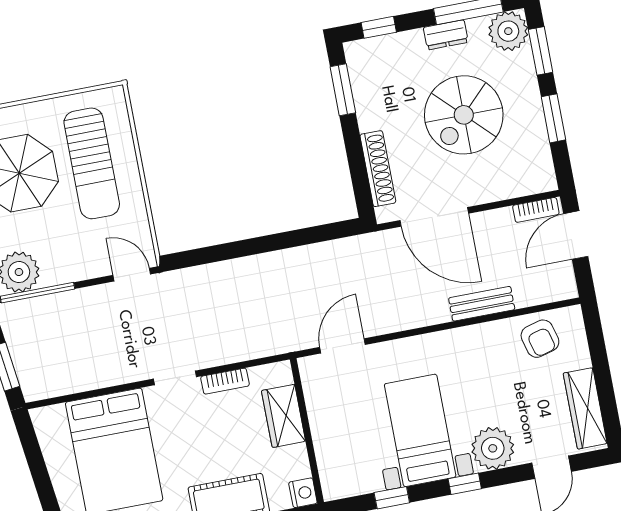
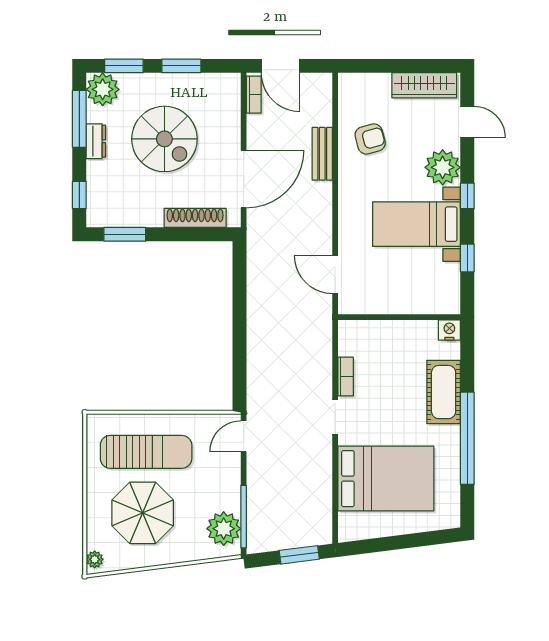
armchair: (540, 339) -> (370, 139), moved
wardrobe: (283, 416) -> (383, 334), removed

